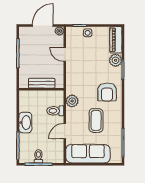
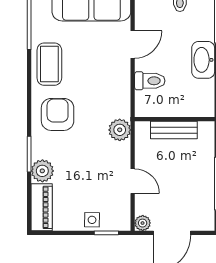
plant: (72, 101) -> (120, 130), moved
coffee table: (96, 120) -> (49, 64), moved

